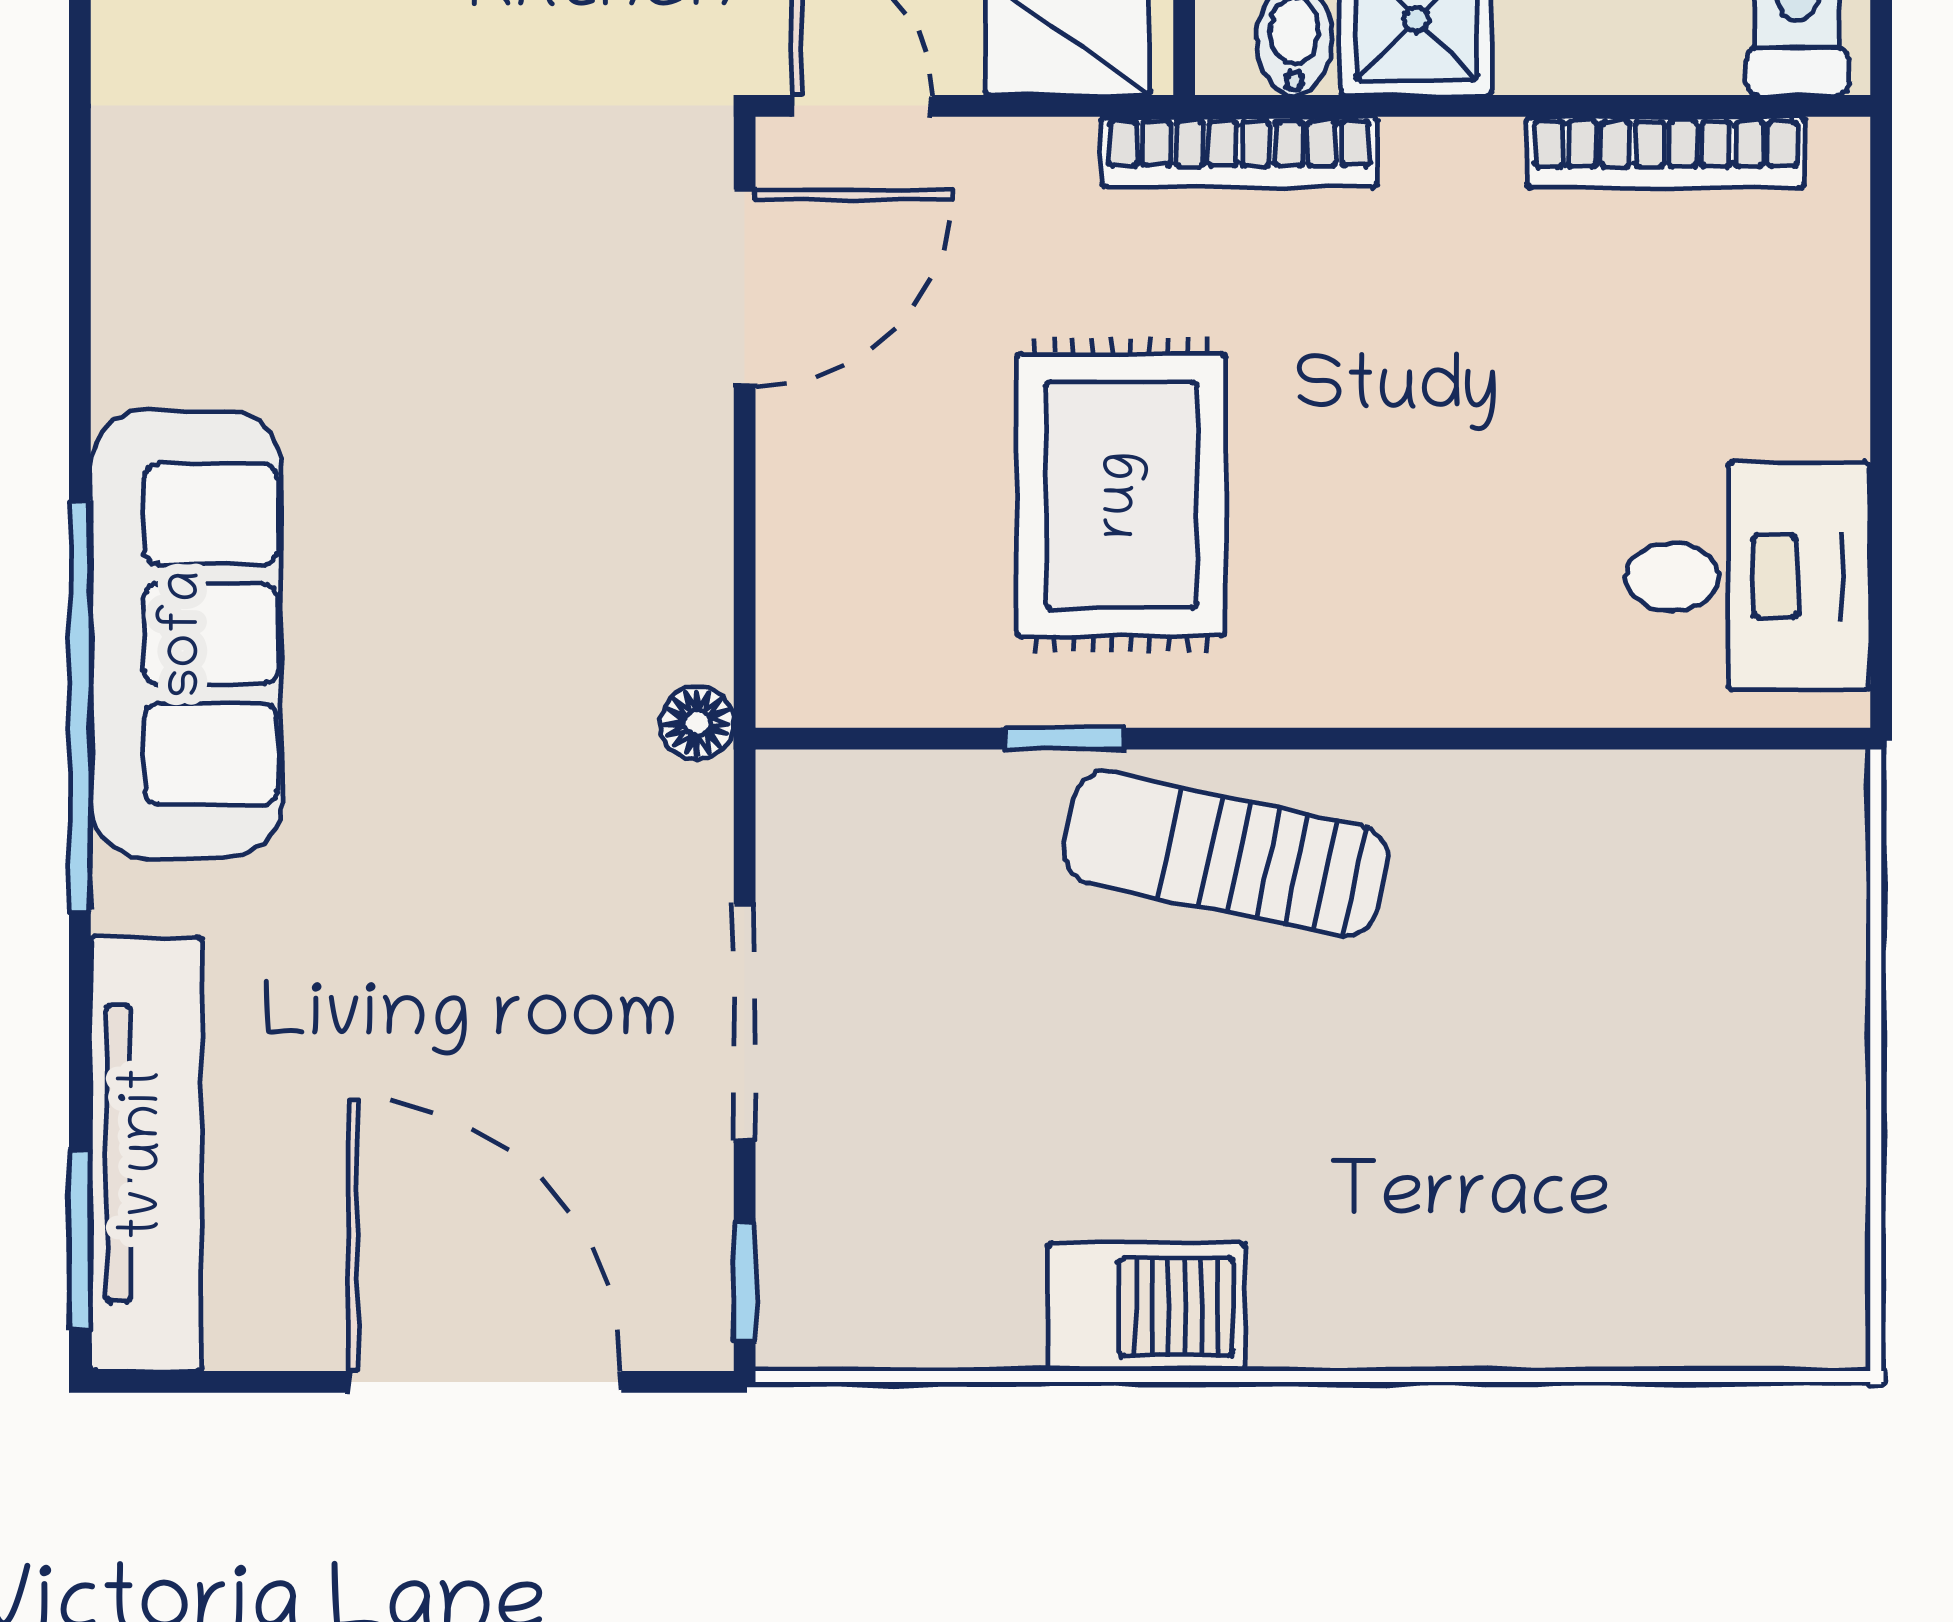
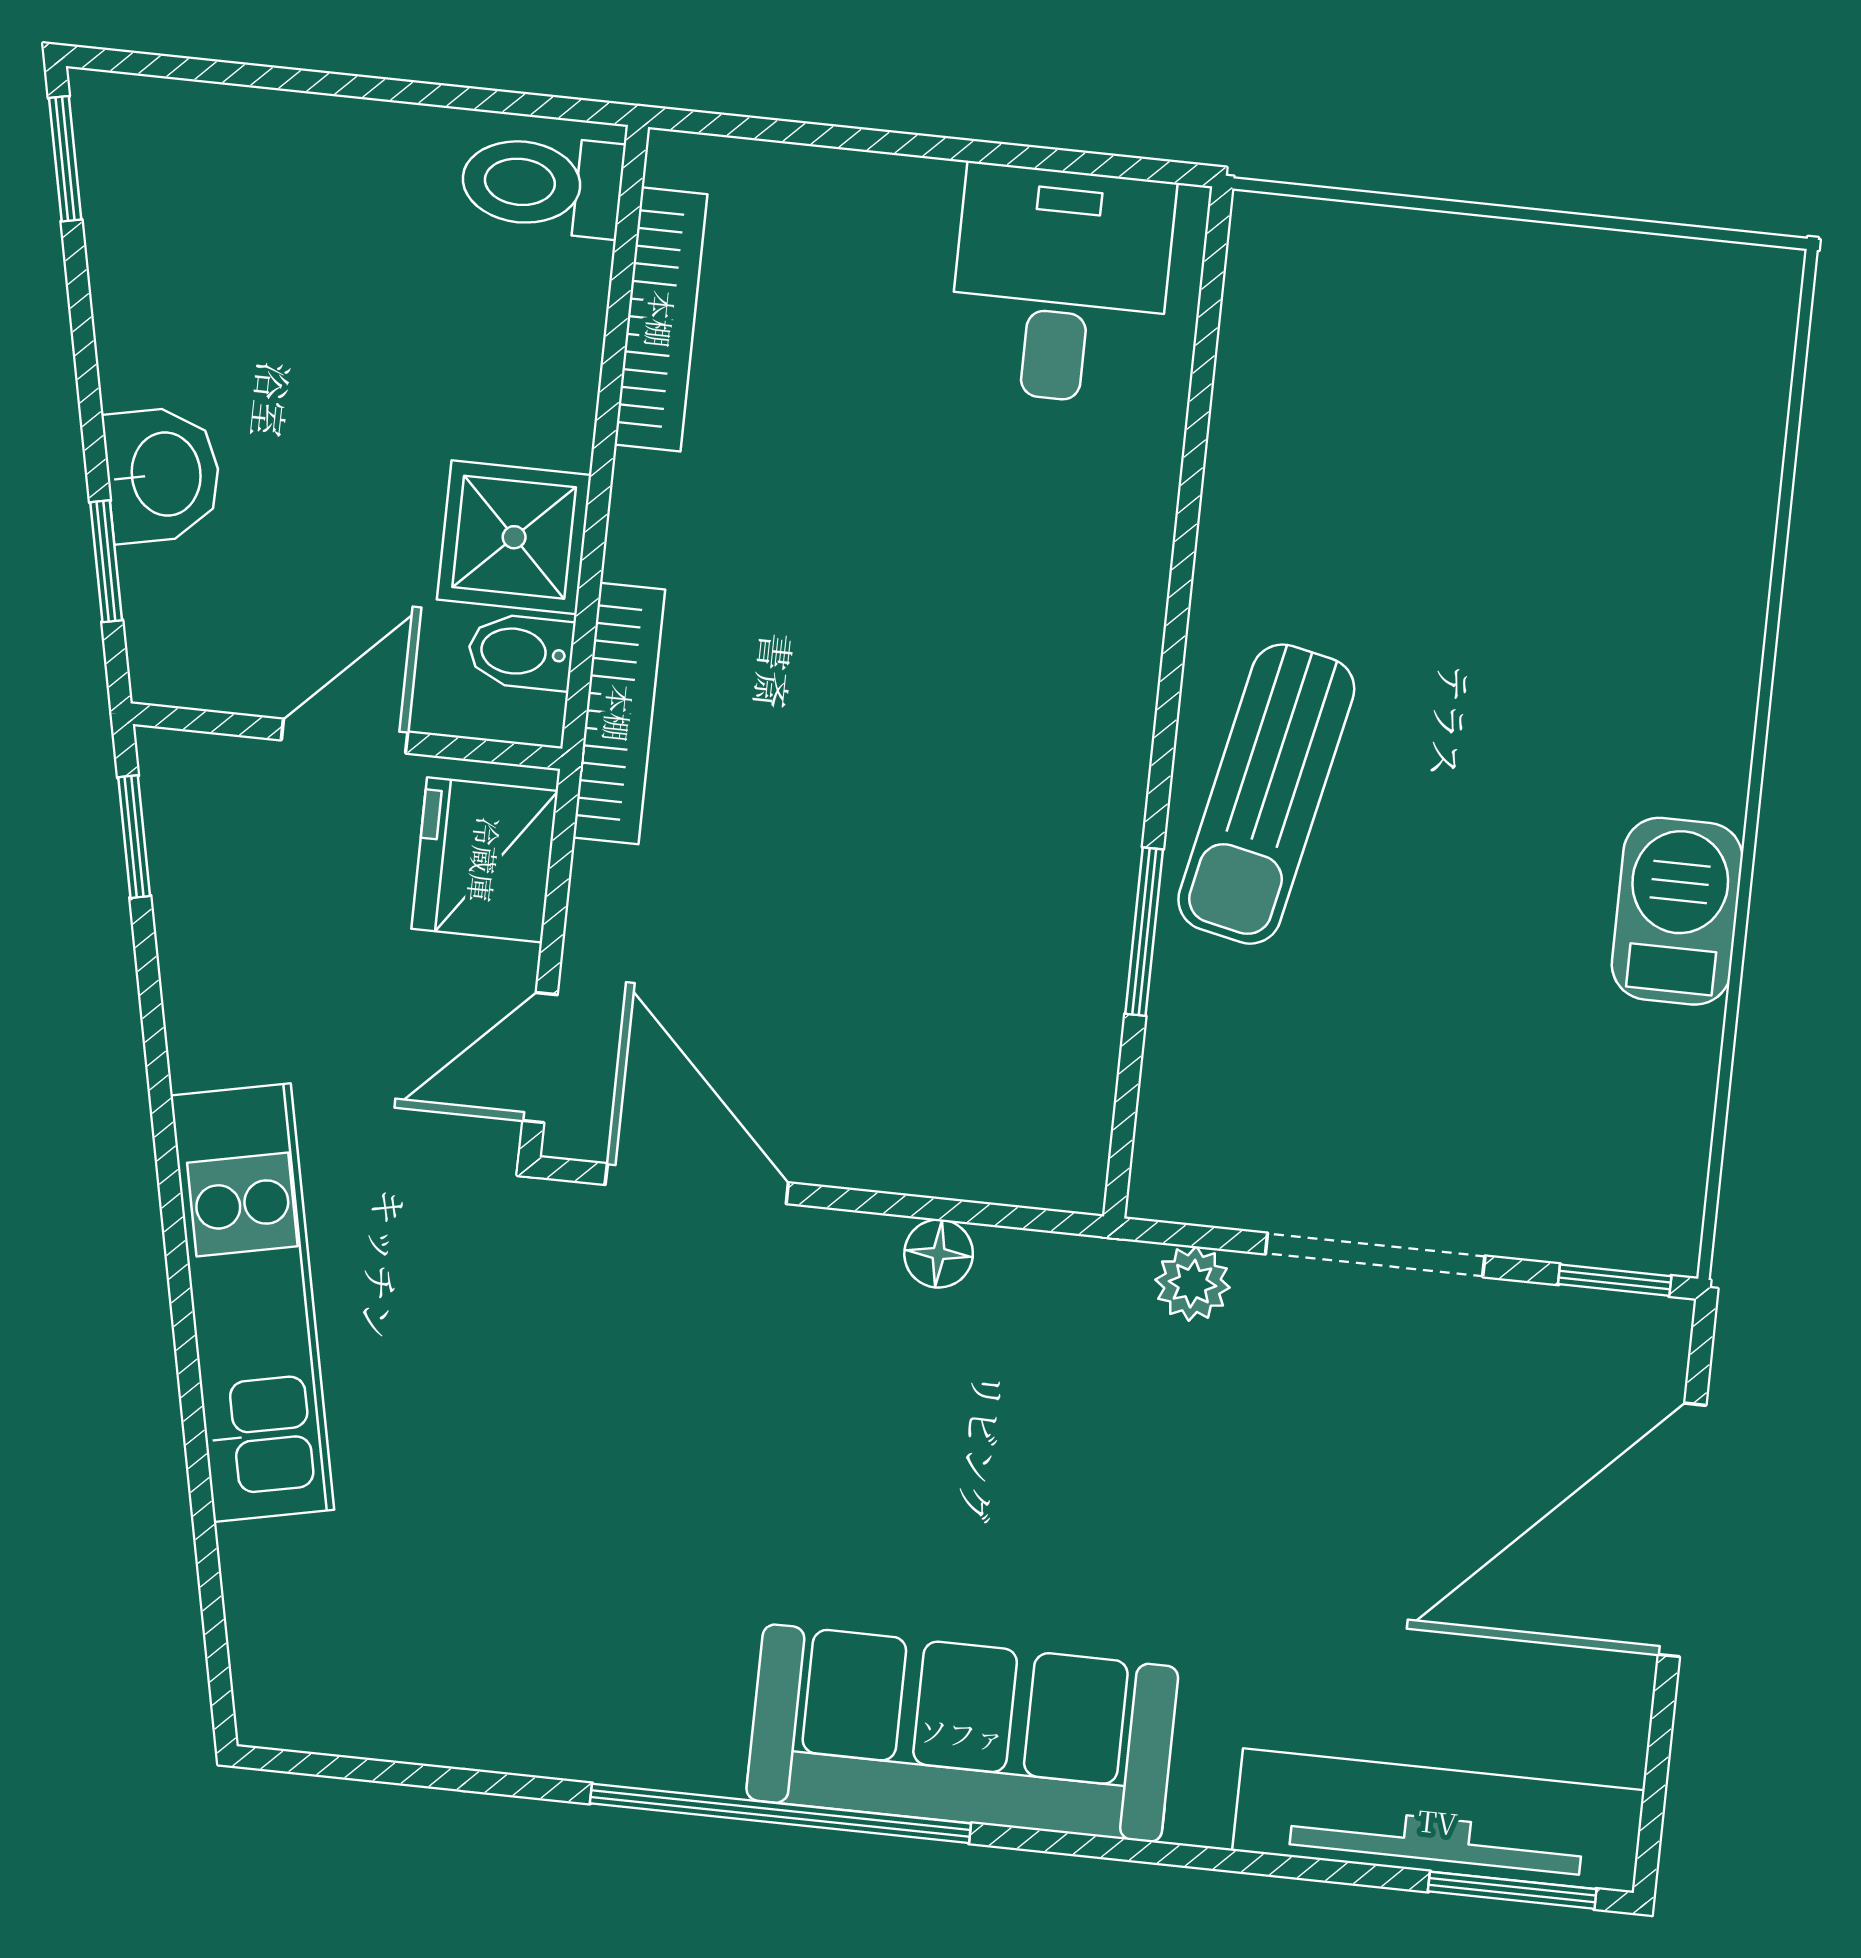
rug: (1121, 495) -> (925, 856), removed
window: (80, 706) -> (780, 1813), moved
floor lamp: (697, 723) -> (939, 1253), moved
window: (1065, 739) -> (1144, 932), width x1.50
plant: (693, 830) -> (1193, 1284), added

